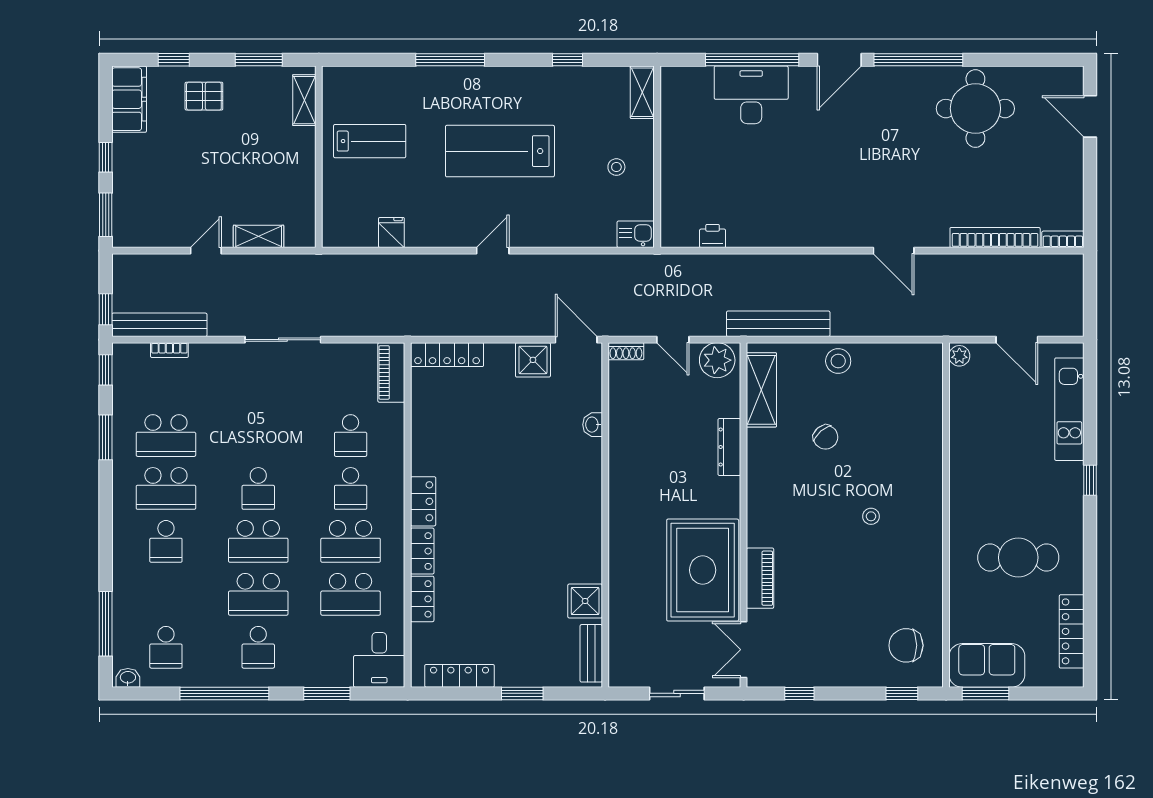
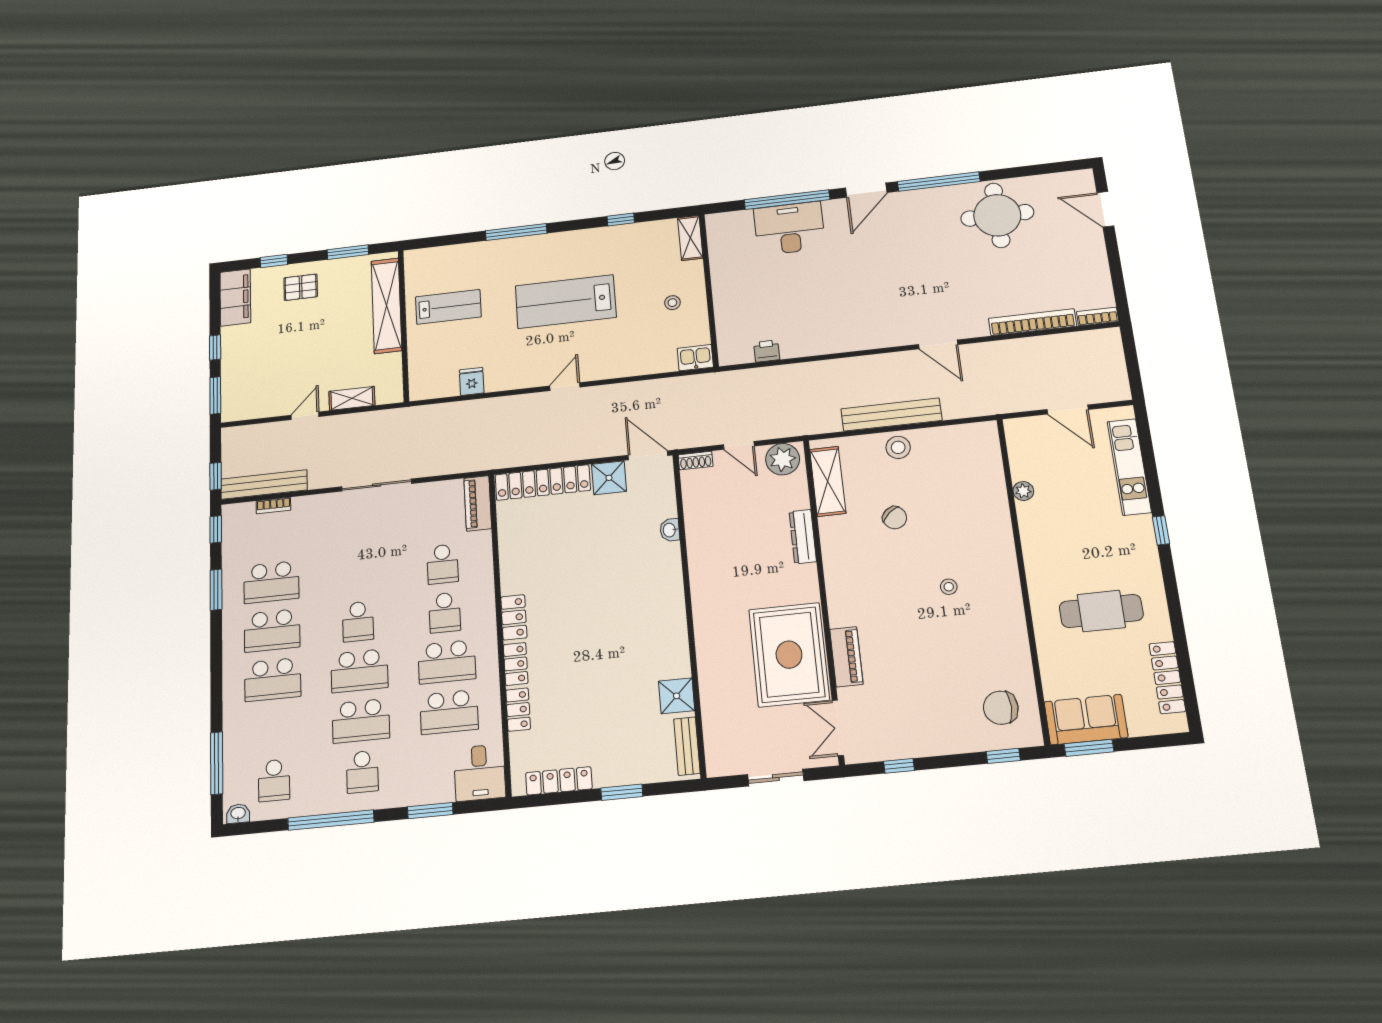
shelving: (304, 100) -> (386, 306), width x2.20, depth x1.33
bench: (778, 324) -> (891, 415), moved
locker: (447, 355) -> (543, 483), width x1.41, depth x1.21
plant: (959, 356) -> (1023, 491), moved
school desk: (166, 541) -> (273, 680), width x1.85

